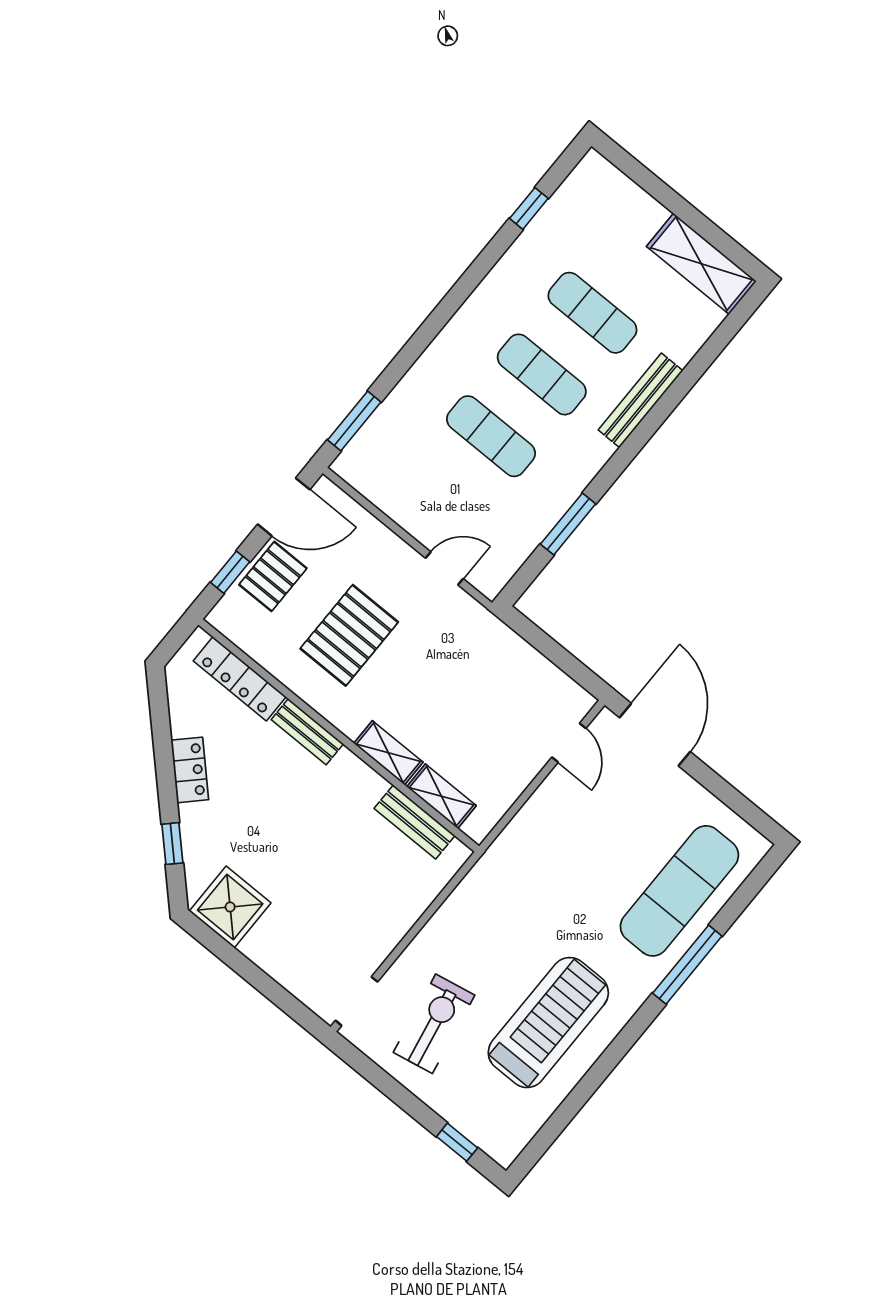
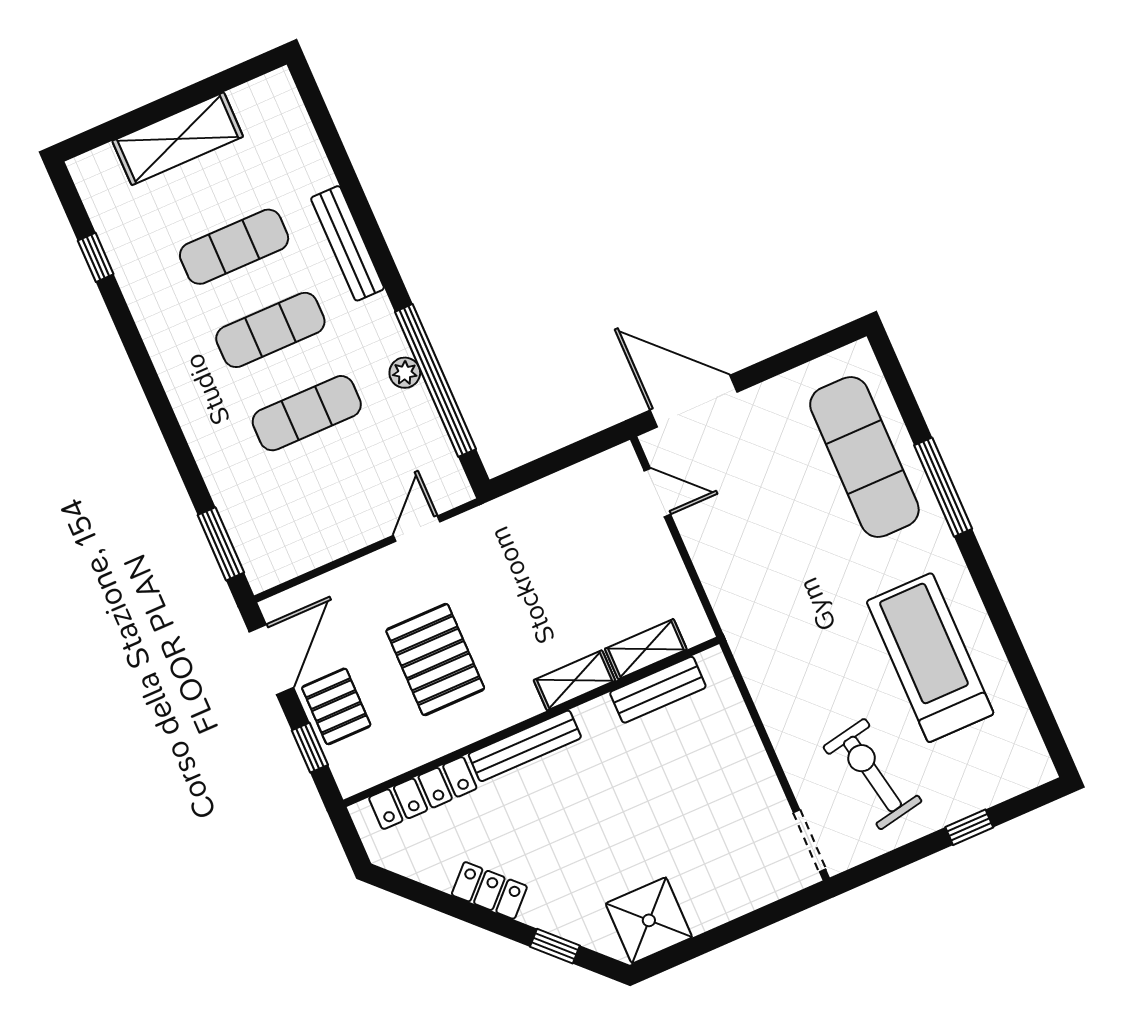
shelving: (701, 264) -> (178, 139), moved
plant: (562, 497) -> (405, 373), added
window: (568, 524) -> (435, 380), width x2.11
bench: (307, 732) -> (525, 746), width x1.36
window: (457, 1142) -> (969, 827), moved

